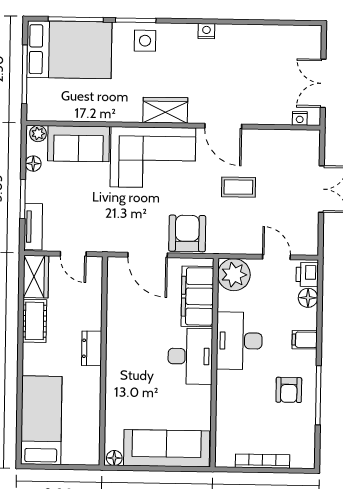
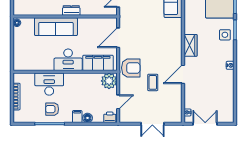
corner sofa: (153, 157) -> (167, 40), removed
armchair: (187, 233) -> (131, 68), moved
floor lamp: (308, 298) -> (87, 118), moved
desk: (239, 341) -> (49, 84), moved
sofa: (167, 448) -> (56, 27), moved, turned 90

